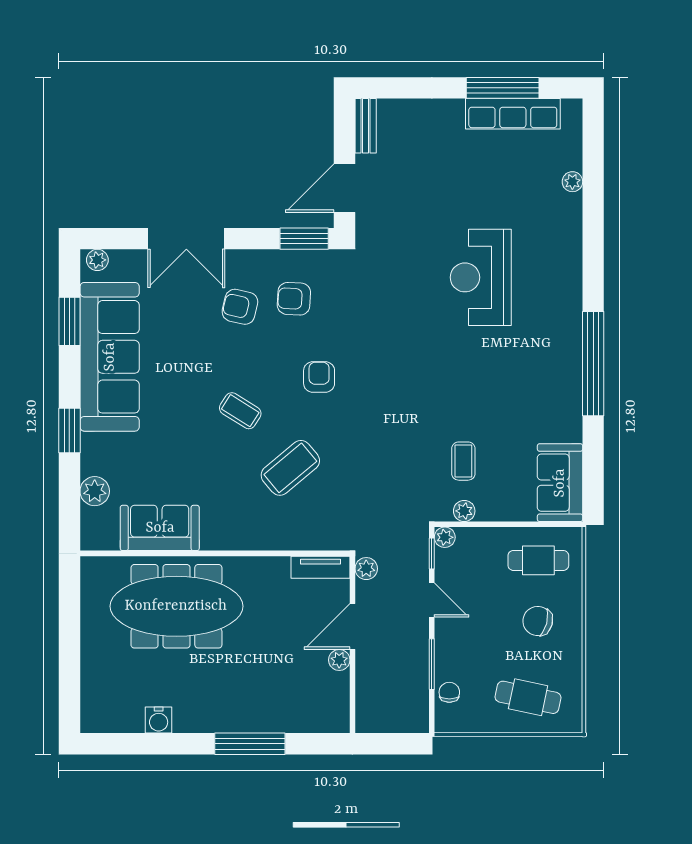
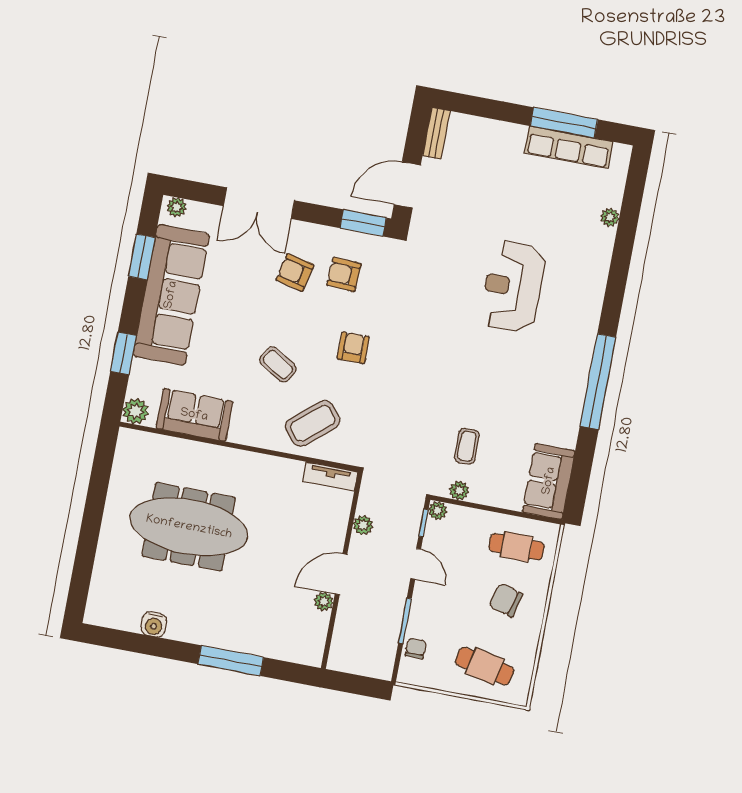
sofa: (160, 528) -> (194, 415), moved
wall: (215, 553) -> (239, 447), moved
tv unit: (321, 567) -> (330, 477), moved

